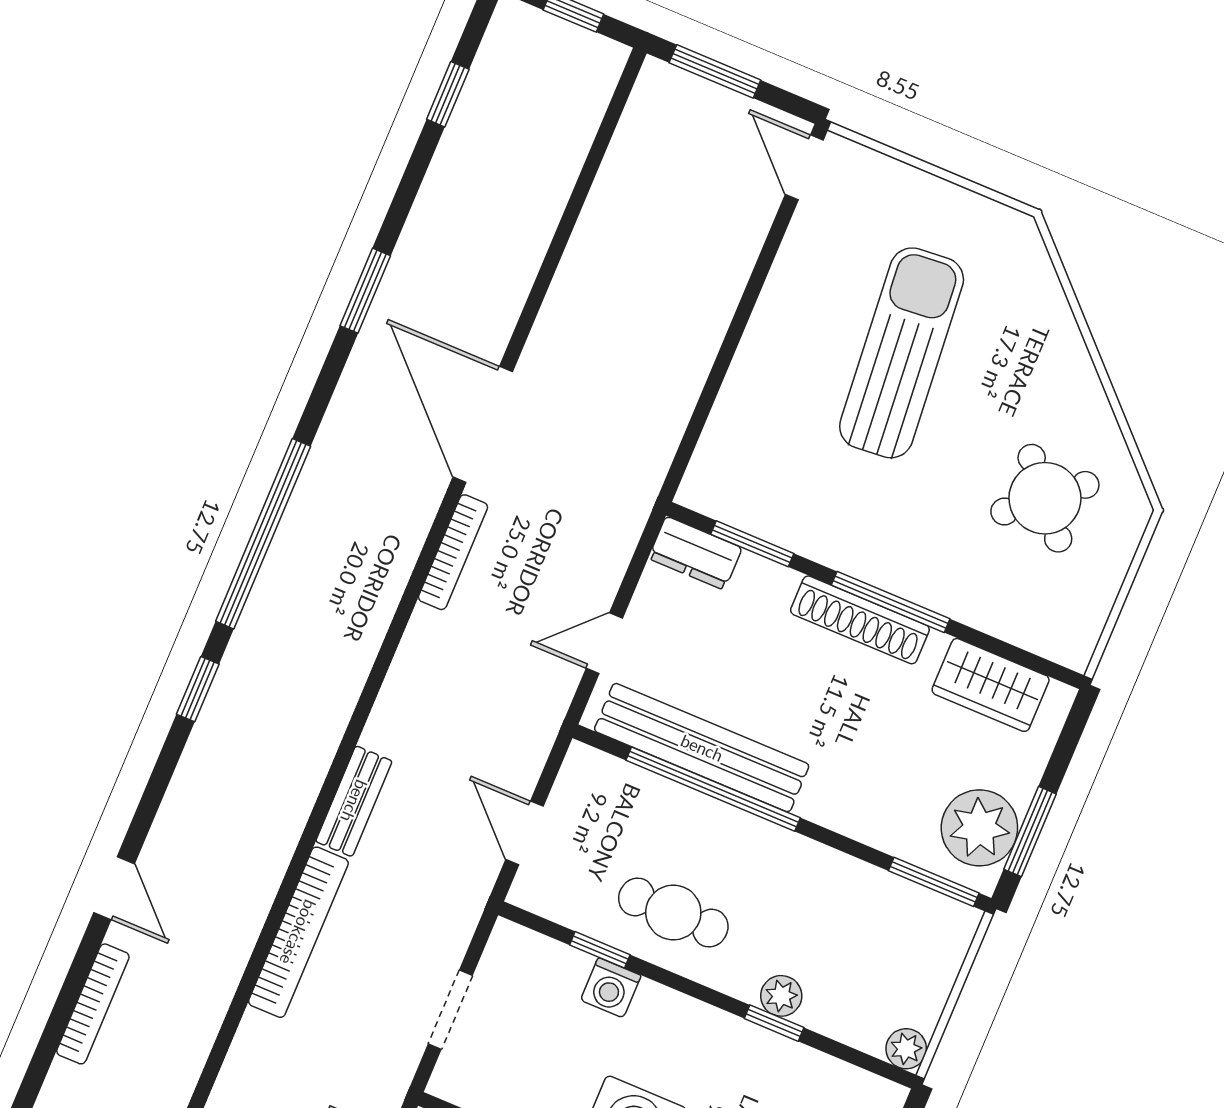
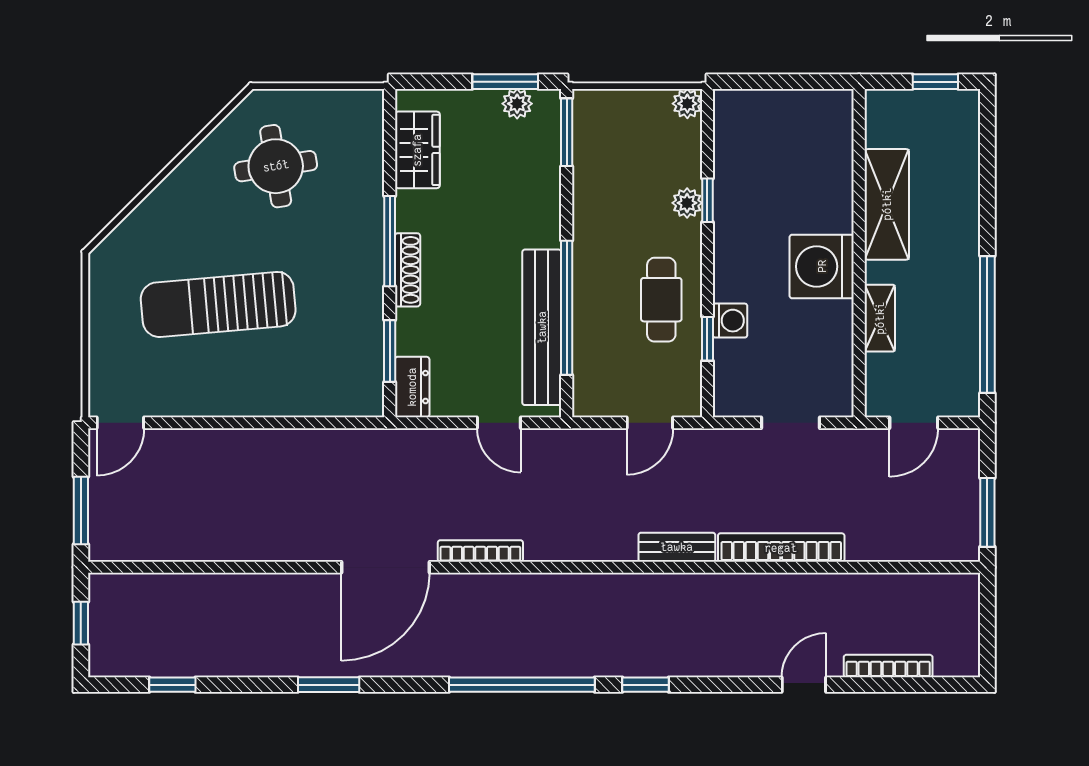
round table: (1045, 498) -> (276, 166), turned 32
shoe rack: (860, 620) -> (408, 270), width x0.74, depth x0.81
plant: (979, 828) -> (517, 104), width x0.53, depth x0.53

